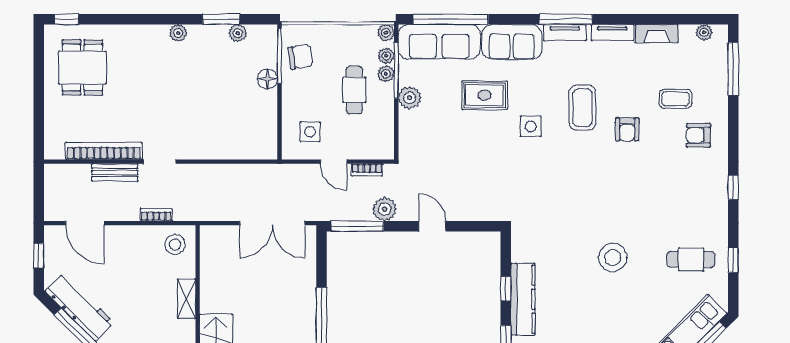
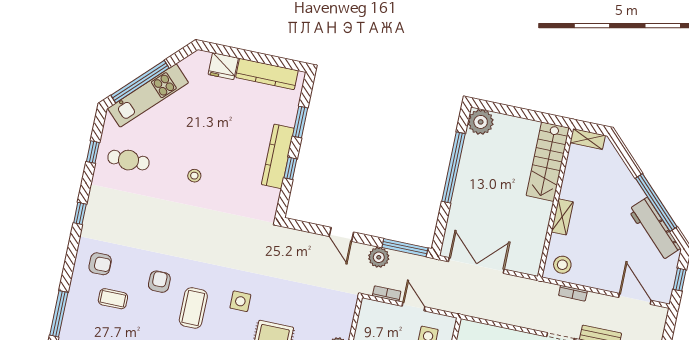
stool: (613, 258) -> (194, 176), width x0.53, depth x0.53

